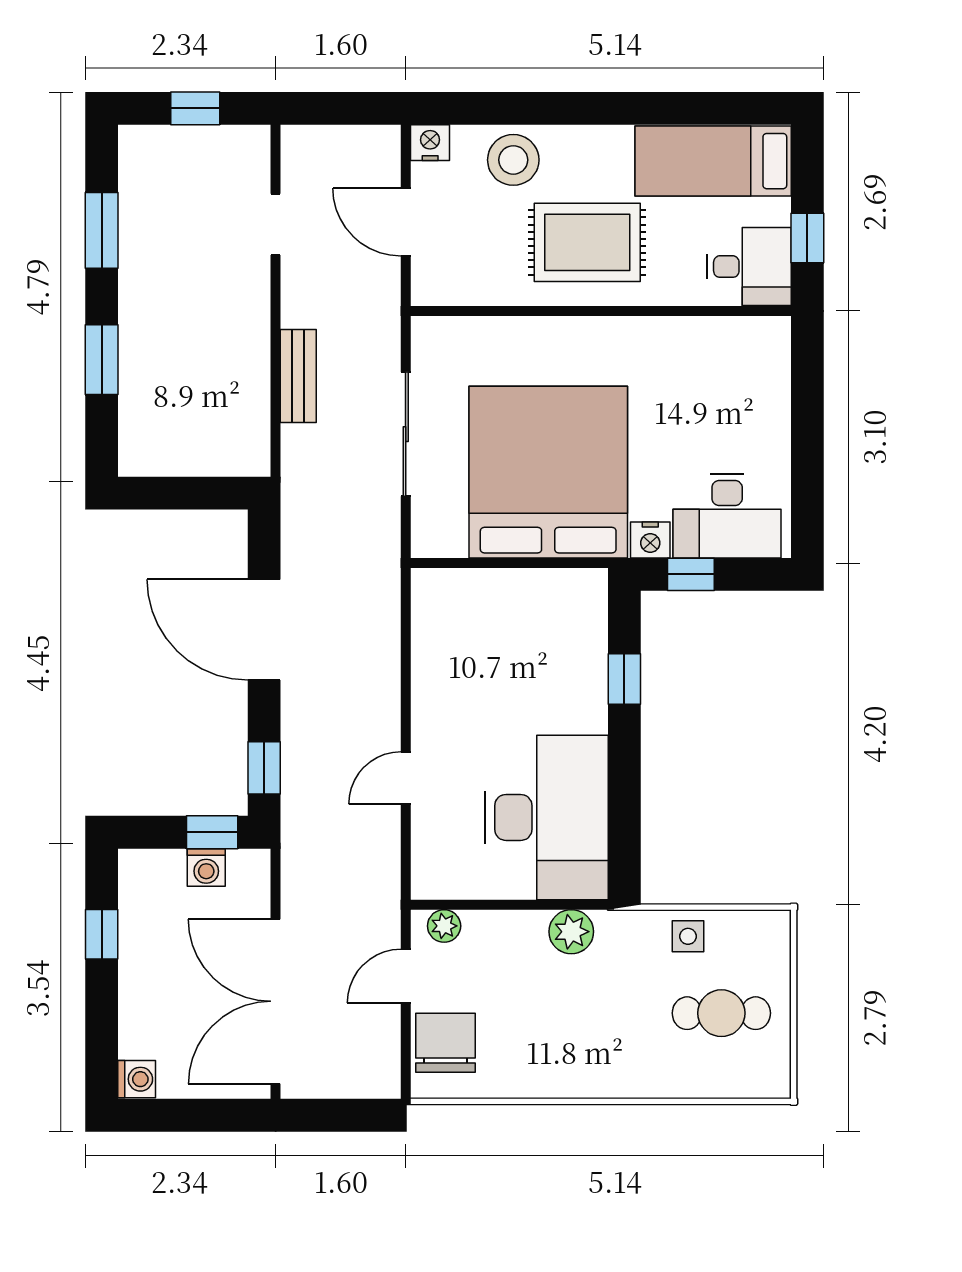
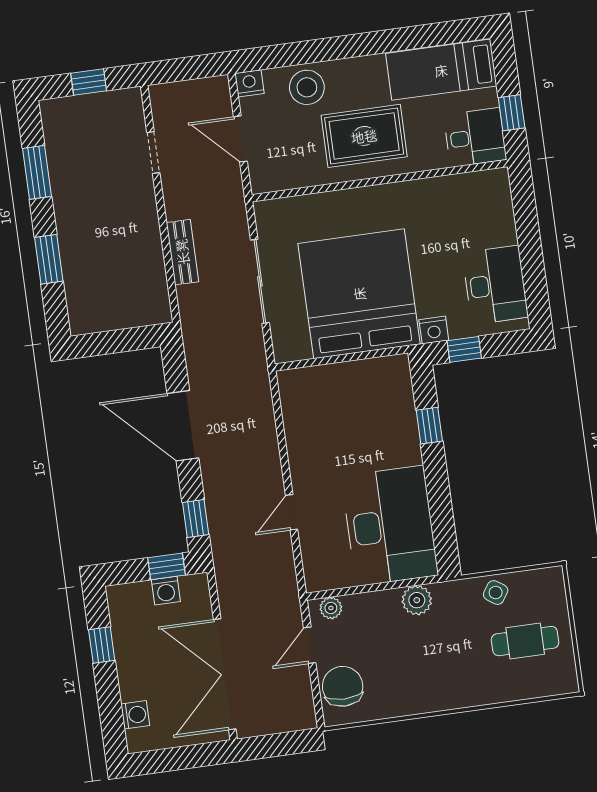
desk: (727, 516) -> (495, 285), moved, turned -90
side table: (688, 936) -> (496, 593), turned 34
washing machine: (137, 1079) -> (135, 715), moved

